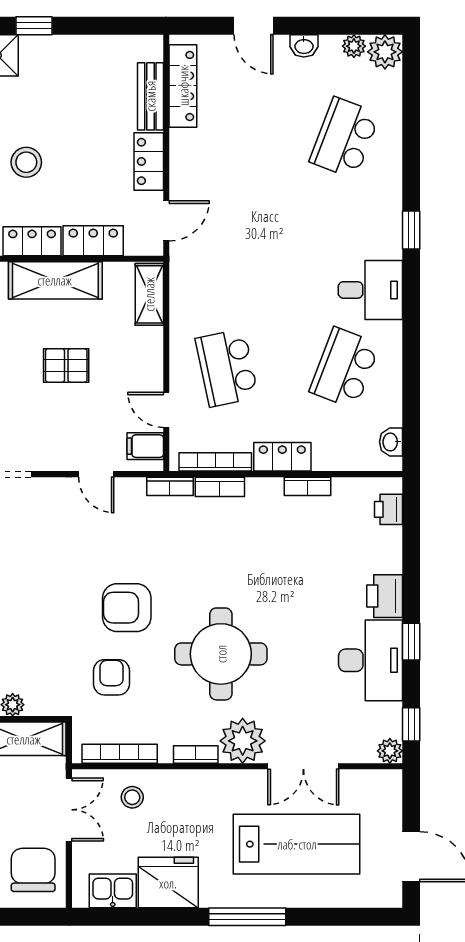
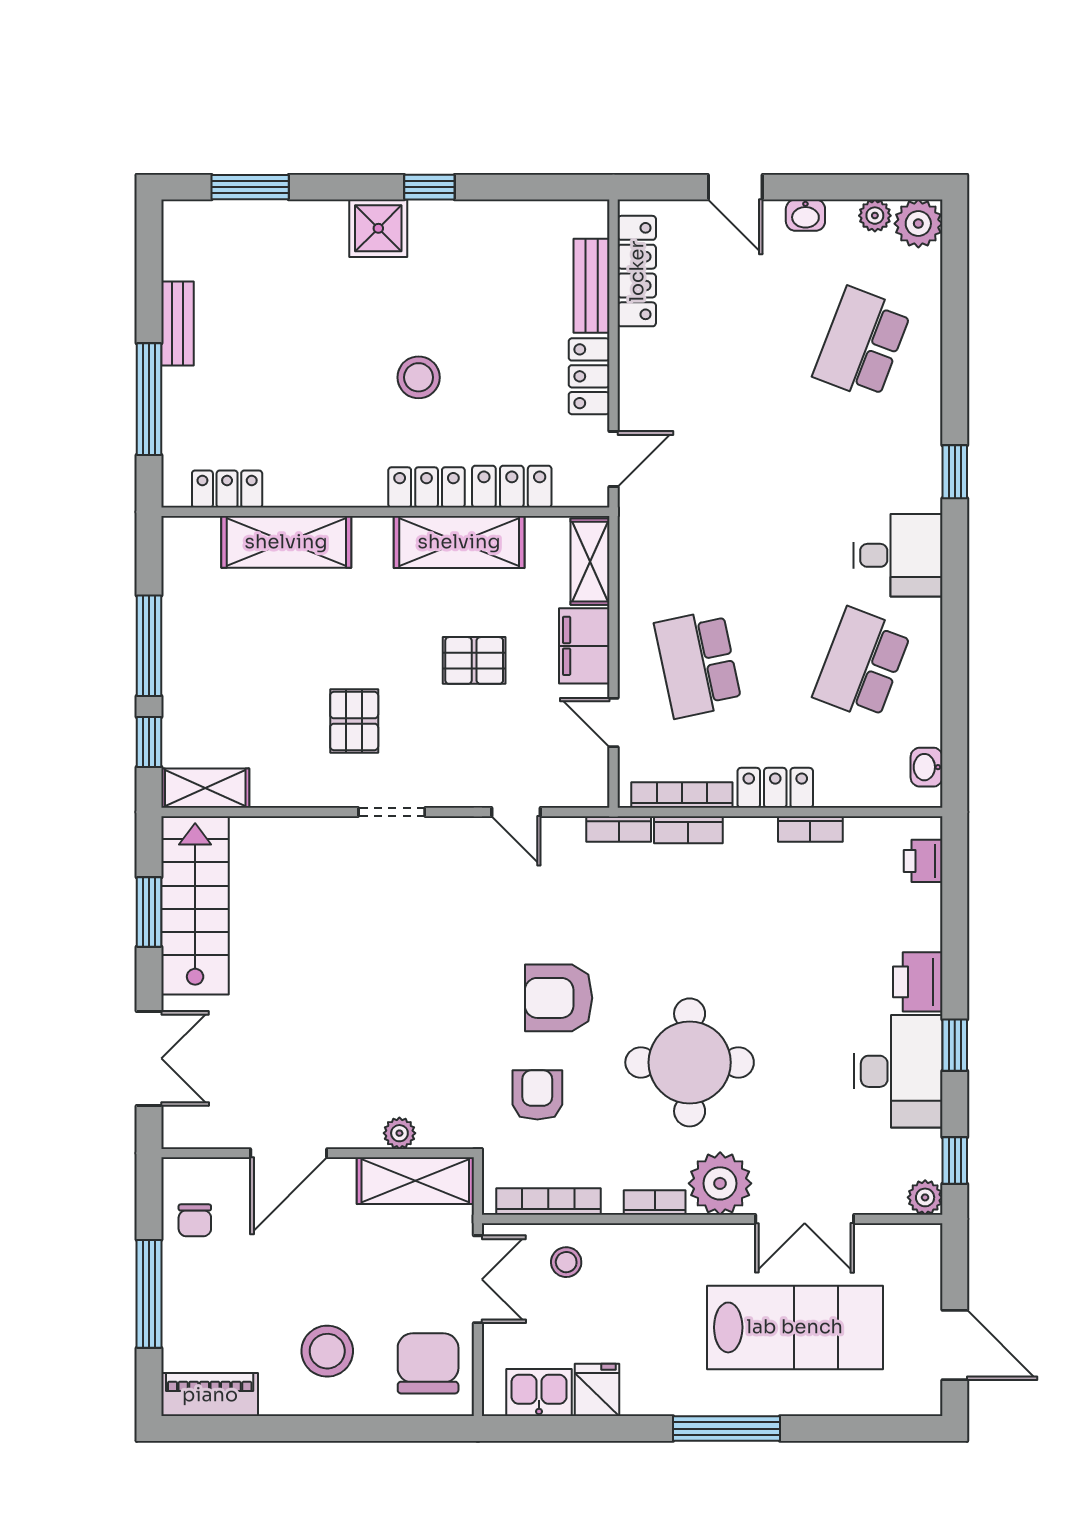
filing cabinet: (145, 446) -> (584, 646), moved, width x2.00
fridge: (168, 883) -> (597, 1390), width x0.53, depth x0.75

